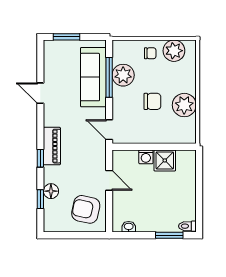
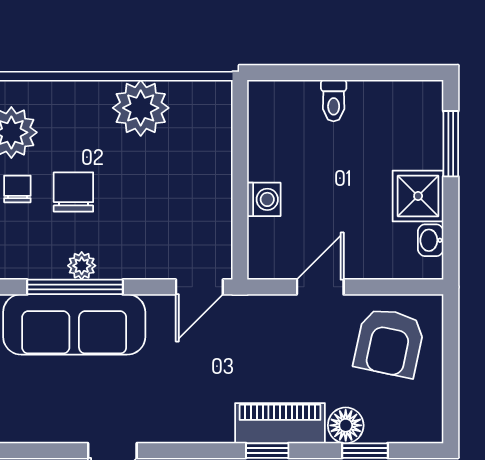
plant: (123, 75) -> (82, 266), width x0.53, depth x0.53
chair: (152, 101) -> (73, 192), moved
piano: (52, 146) -> (280, 423), moved
shower: (165, 160) -> (418, 196), moved
toilet: (187, 226) -> (334, 101), moved

